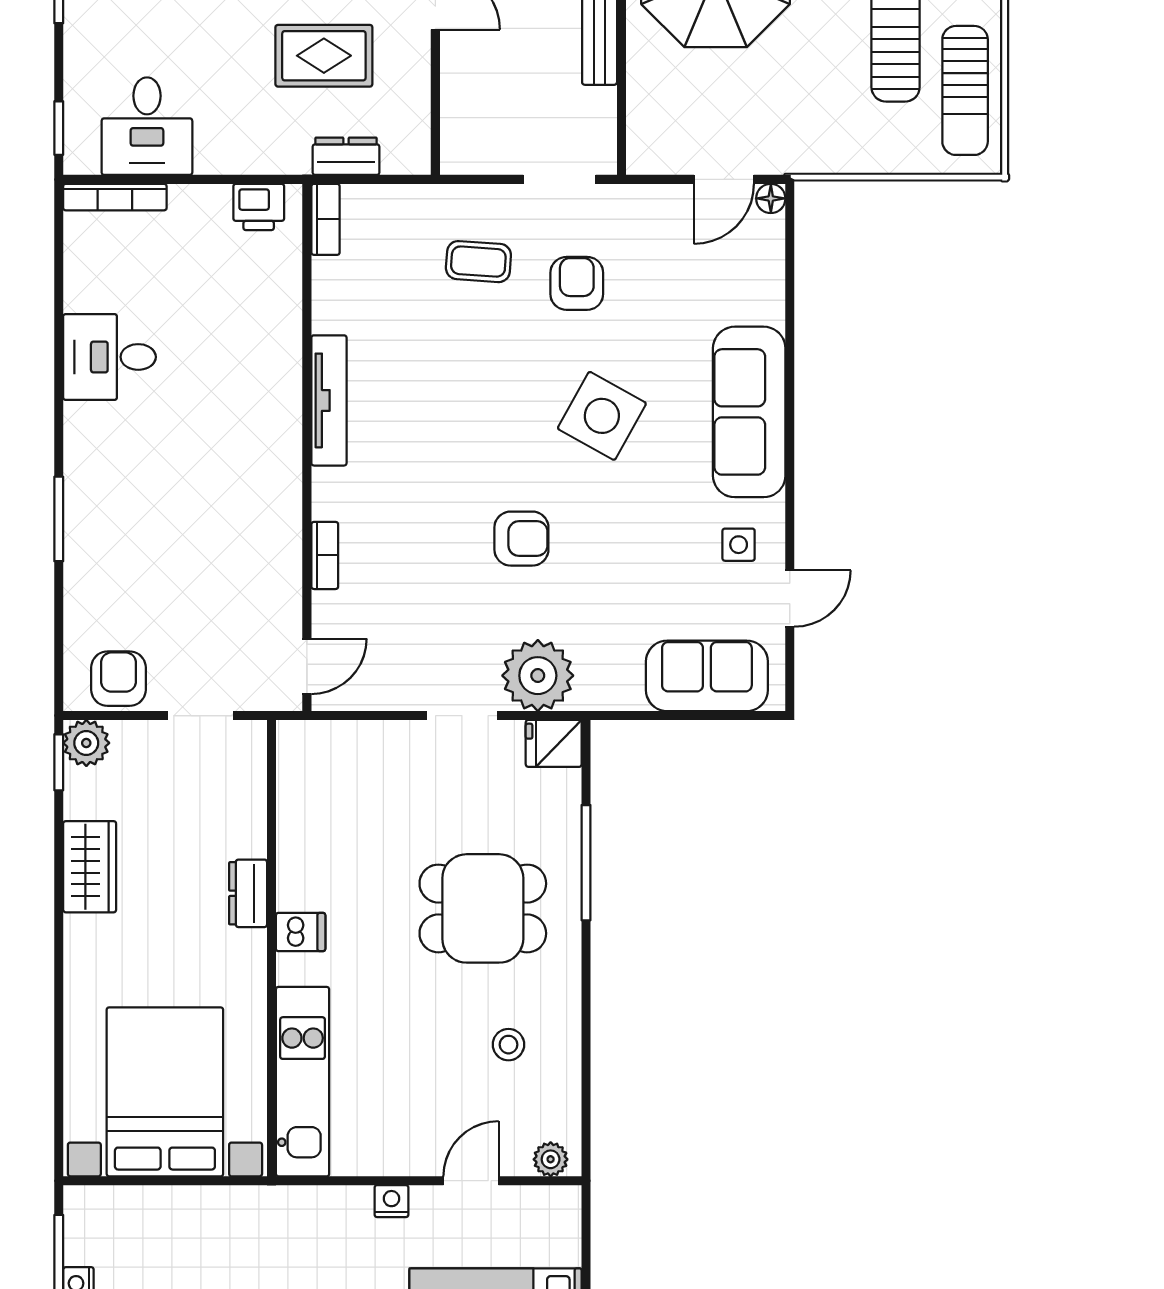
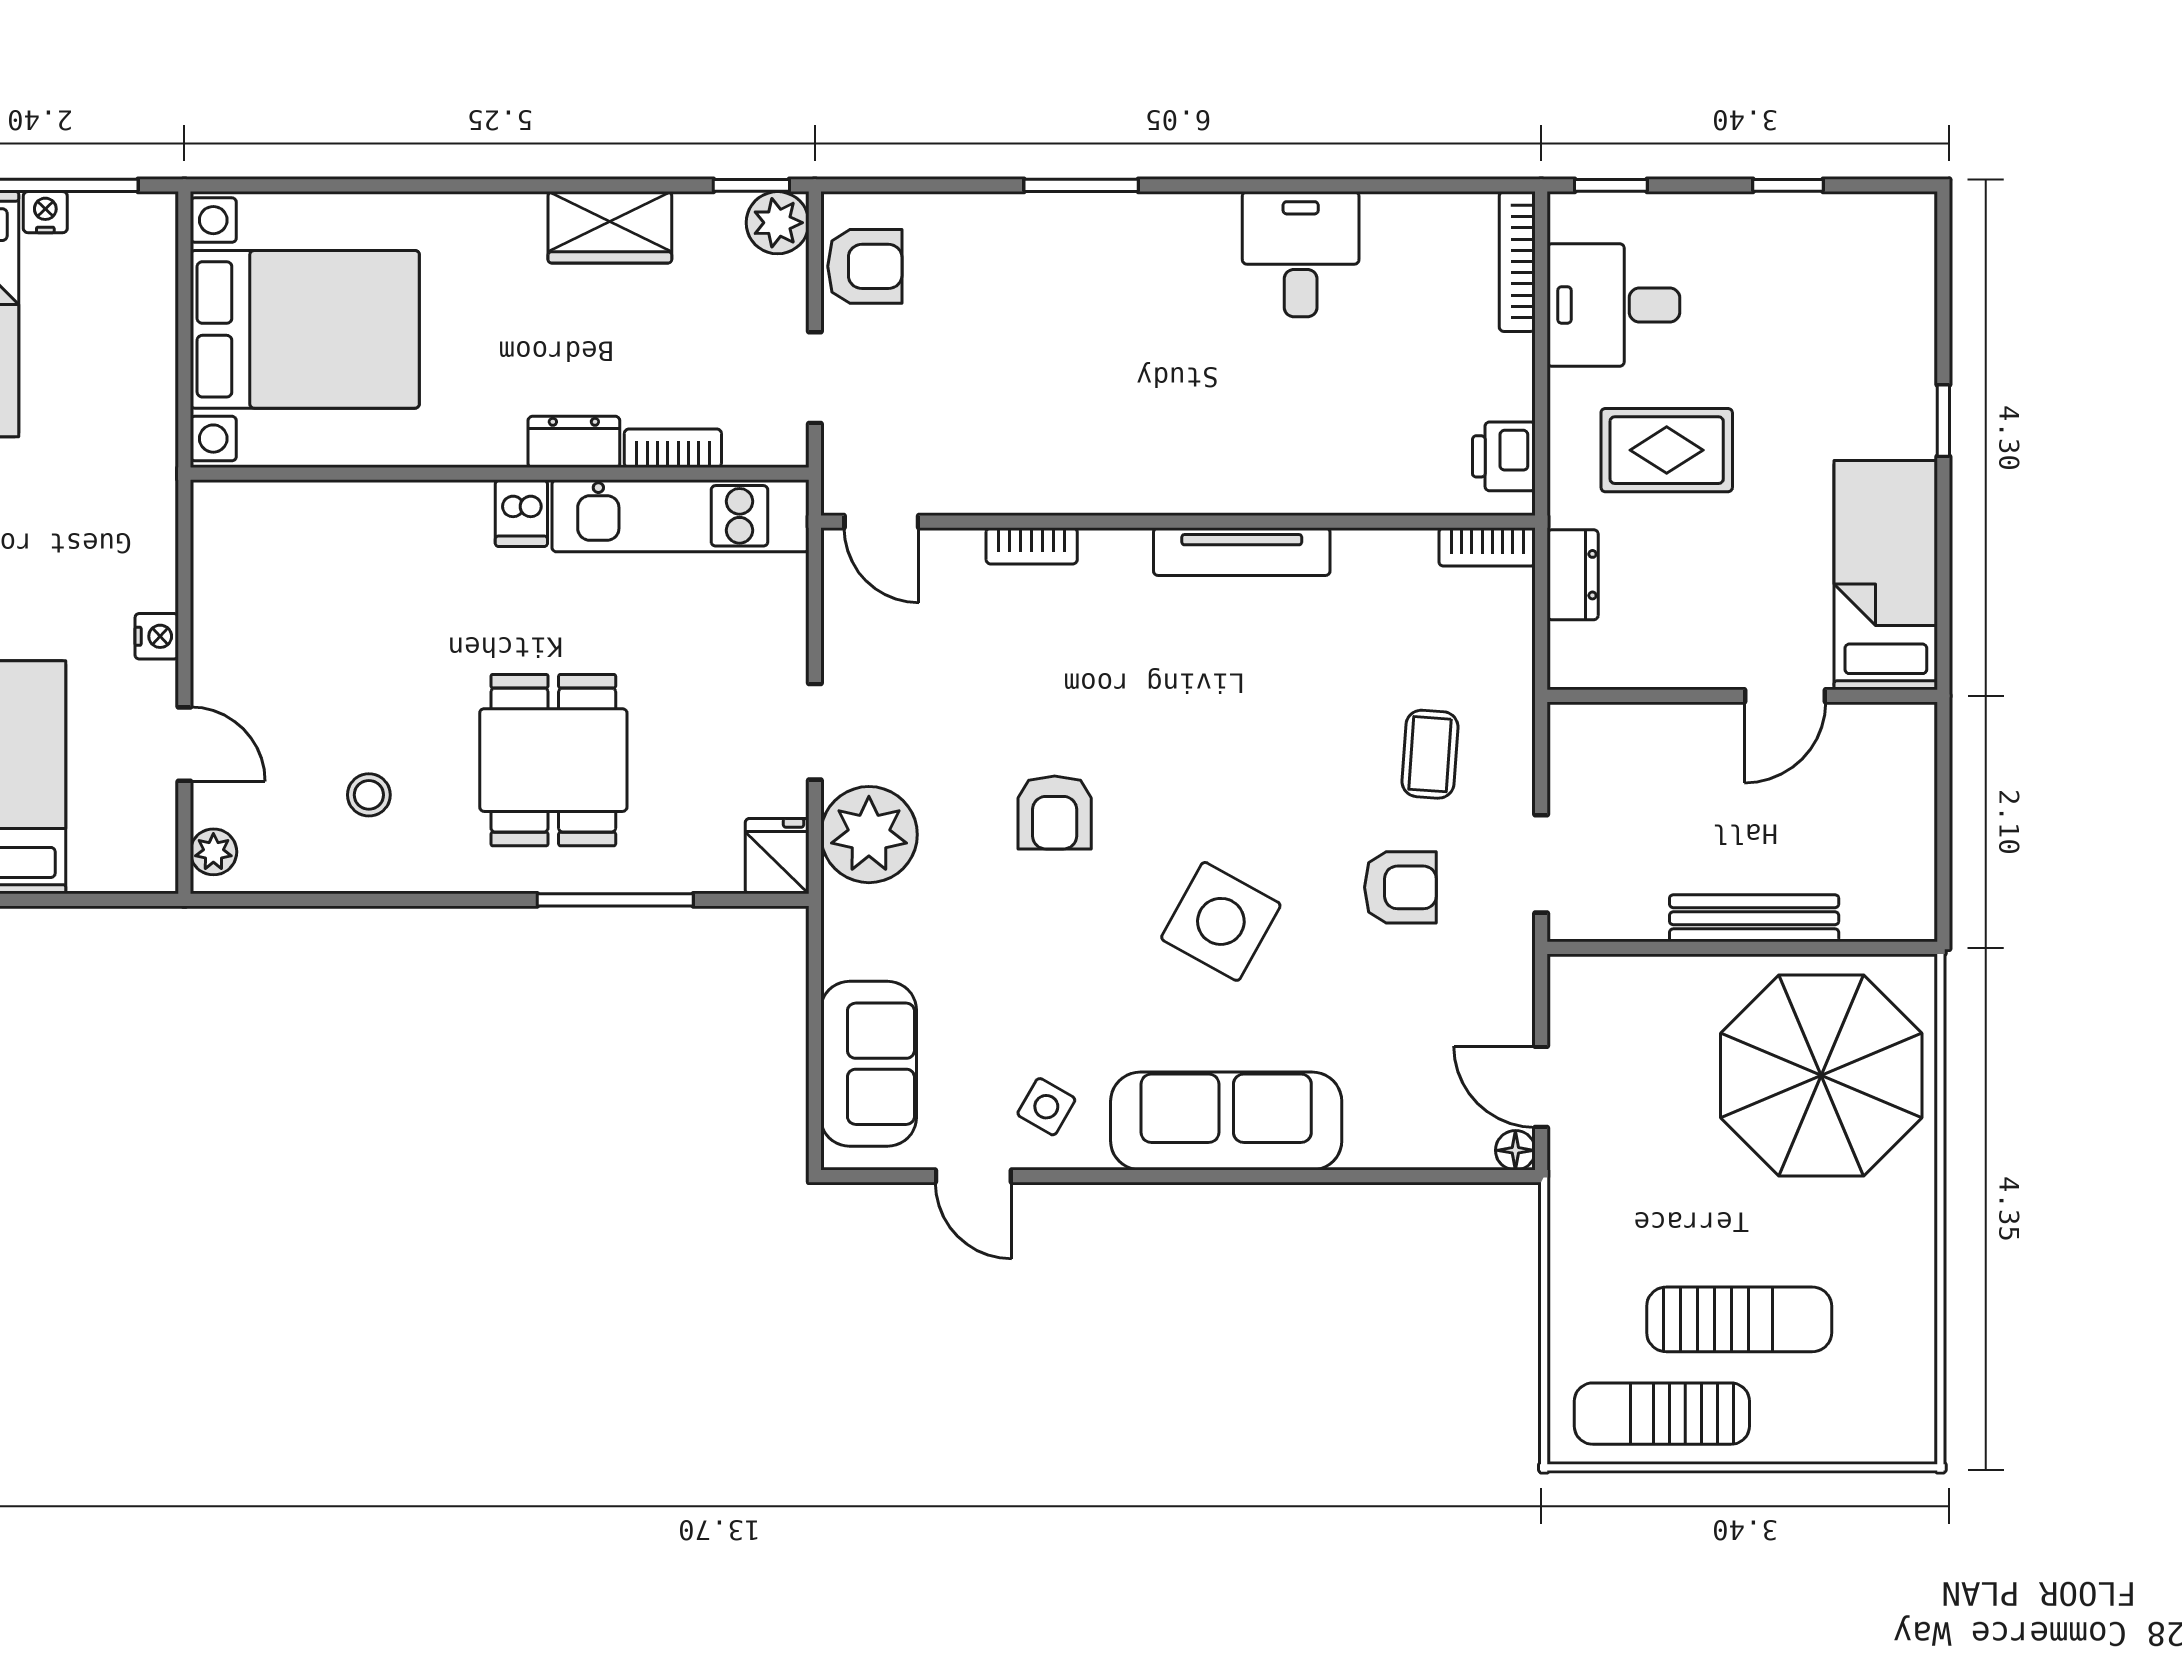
rug: (324, 56) -> (1667, 450), moved, turned 90
side table: (739, 545) -> (1046, 1107), turned 30
bookcase: (253, 820) -> (673, 448), added
kitchen unit: (303, 1082) -> (680, 516), moved

